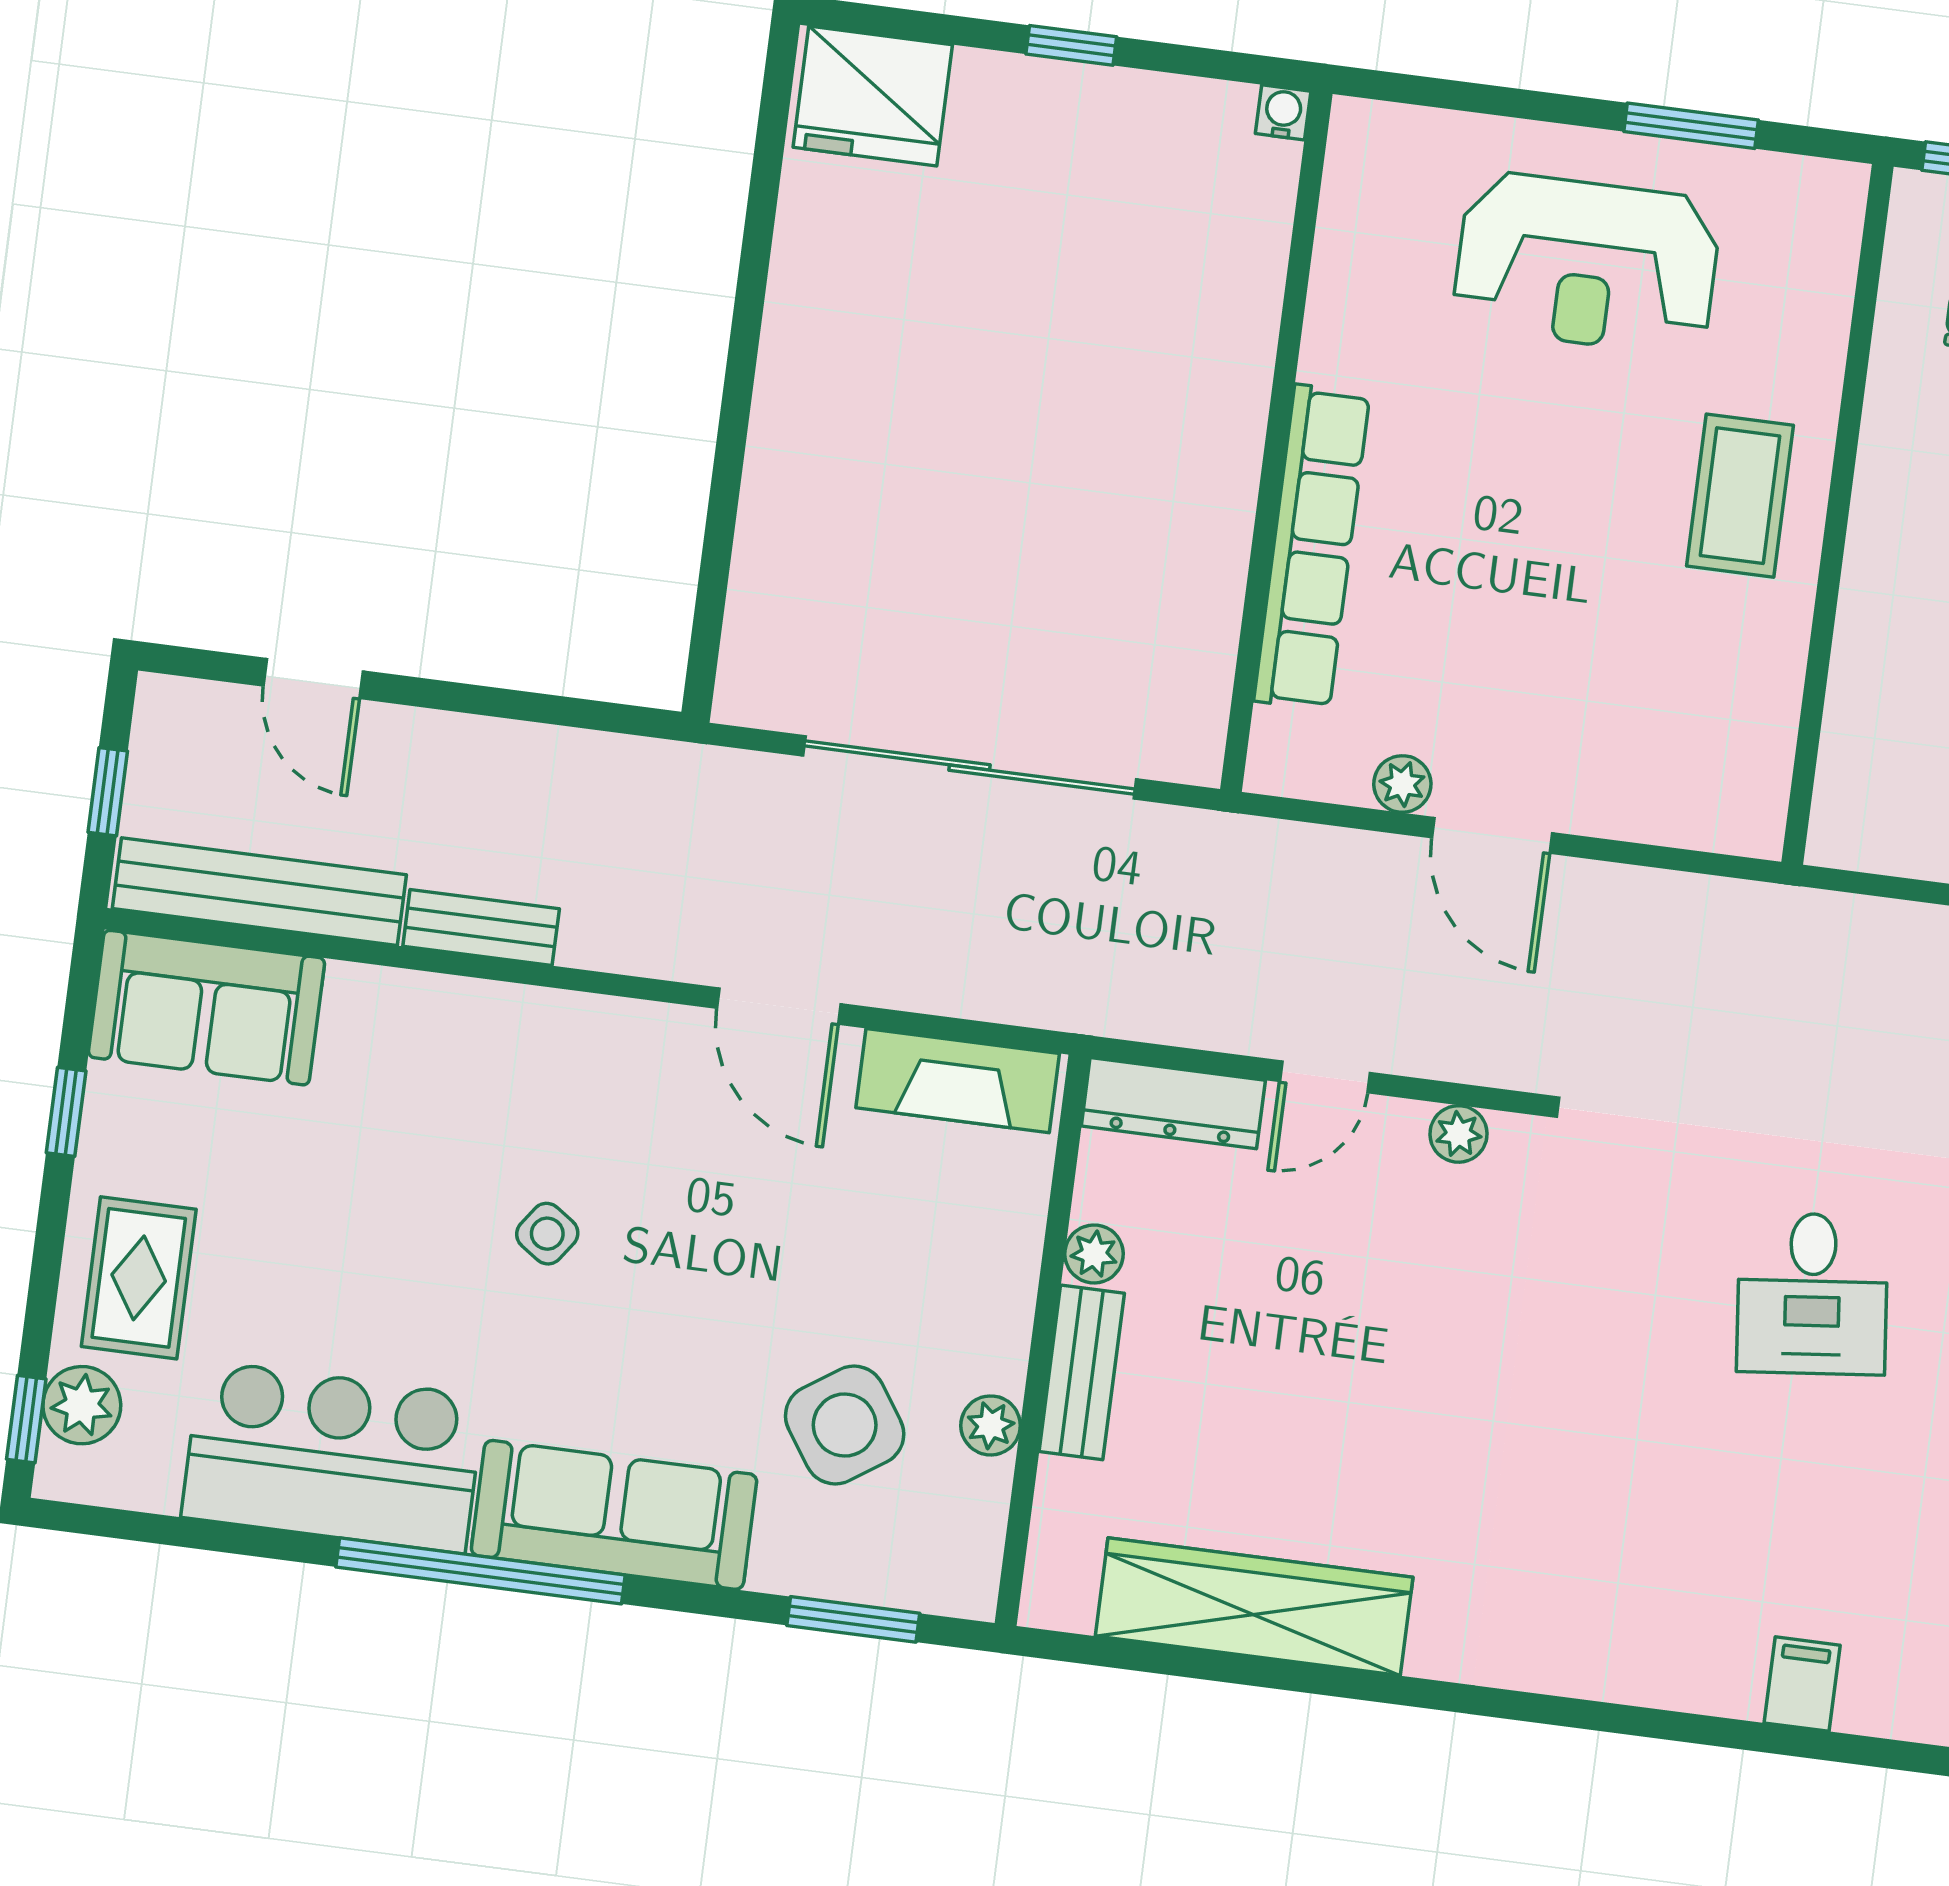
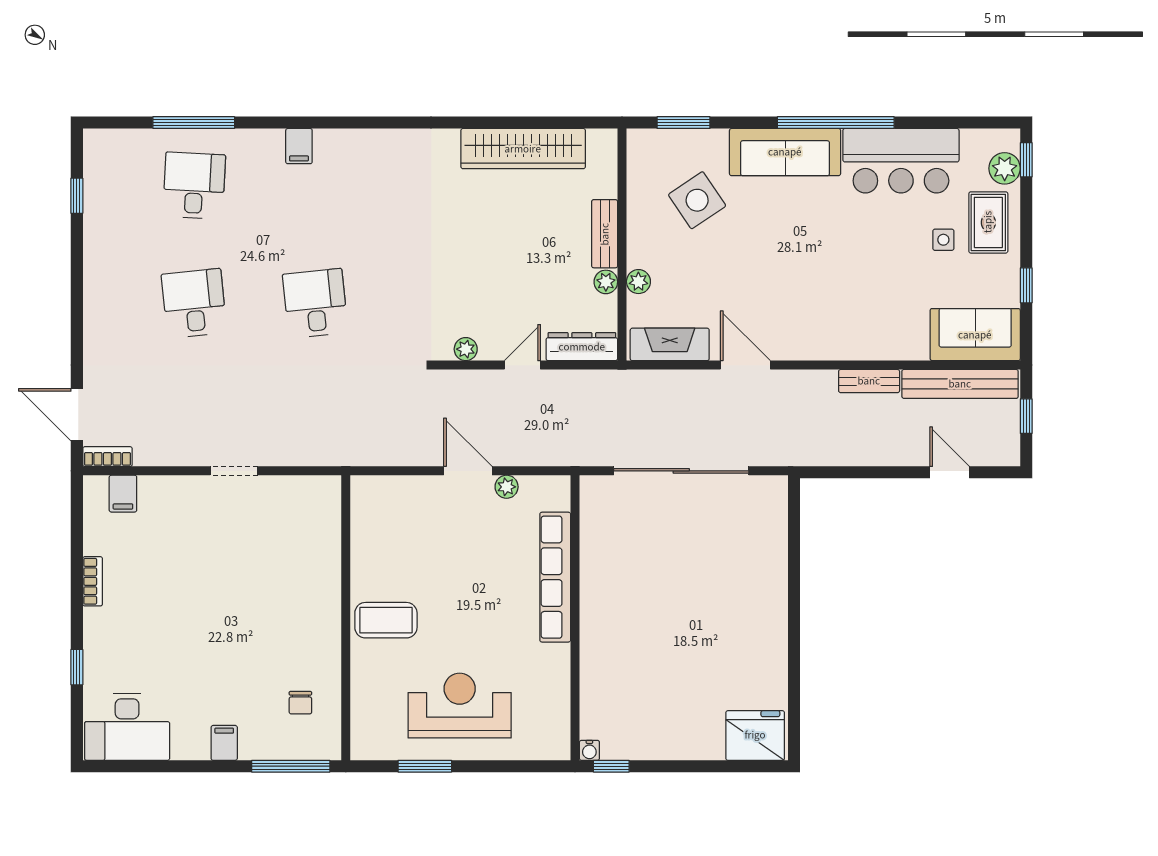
window: (1071, 45) -> (611, 766), moved
coffee table: (1740, 496) -> (386, 620), turned 90
side table: (547, 1234) -> (943, 240), moved, turned -35
plant: (991, 1425) -> (638, 282), moved

